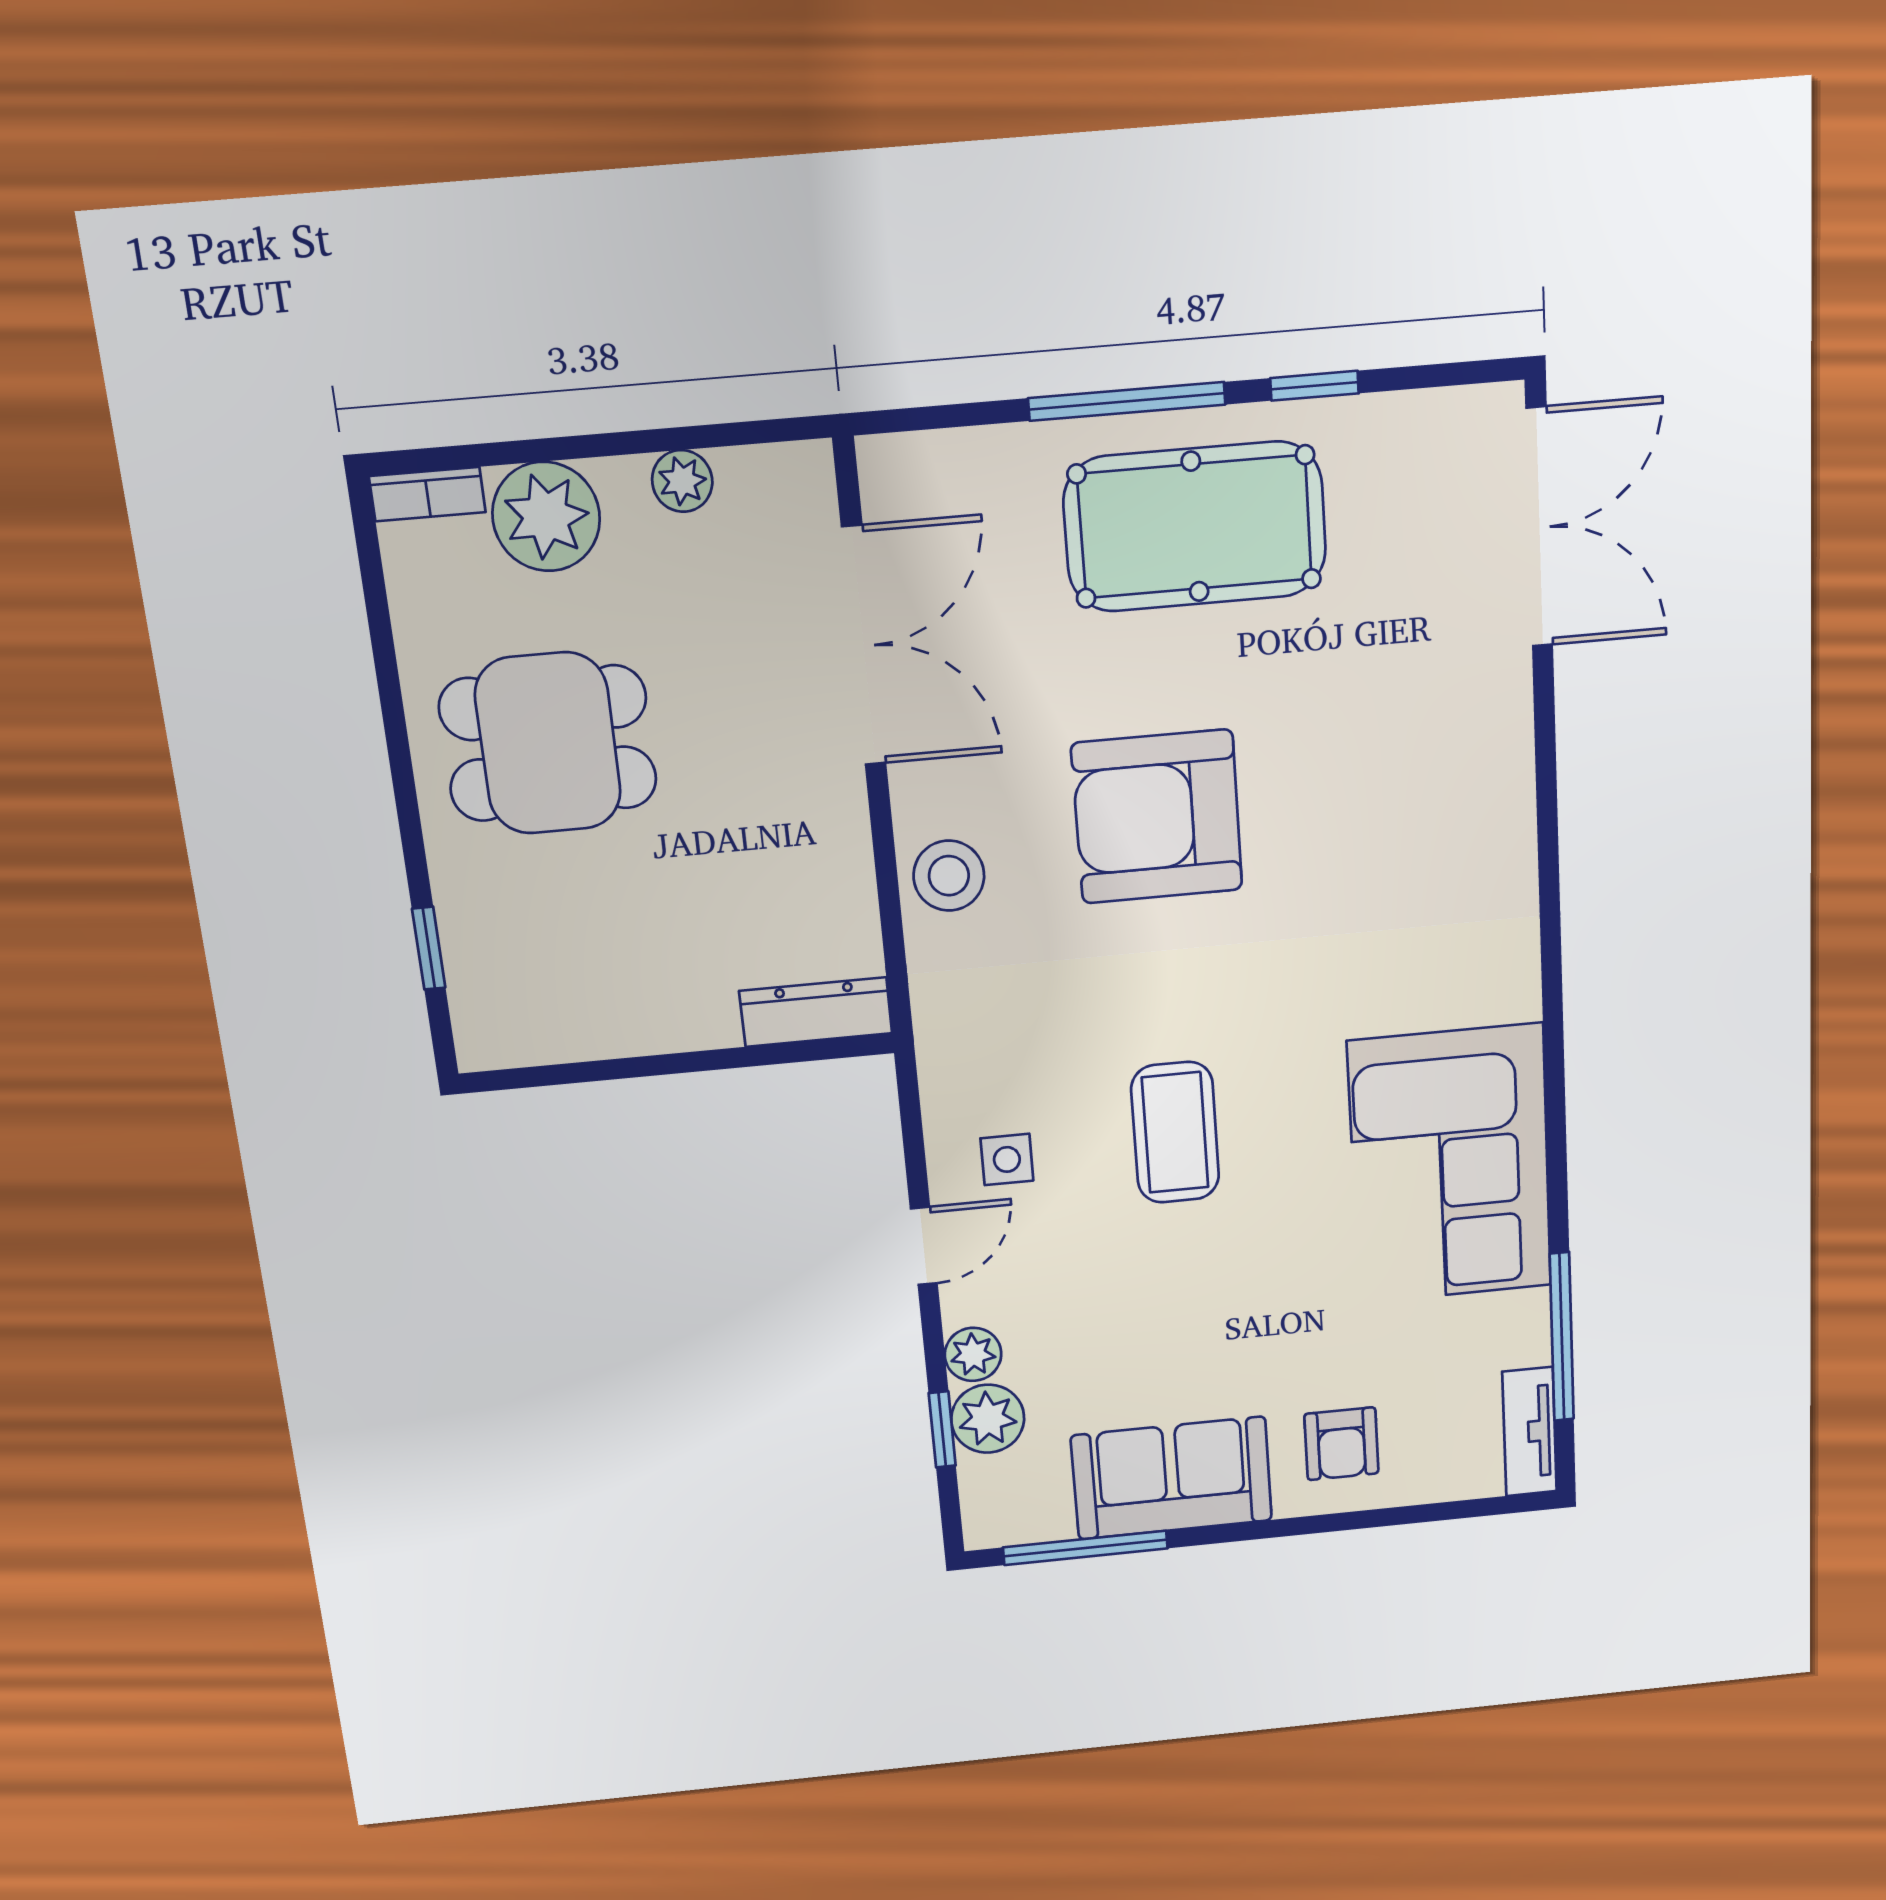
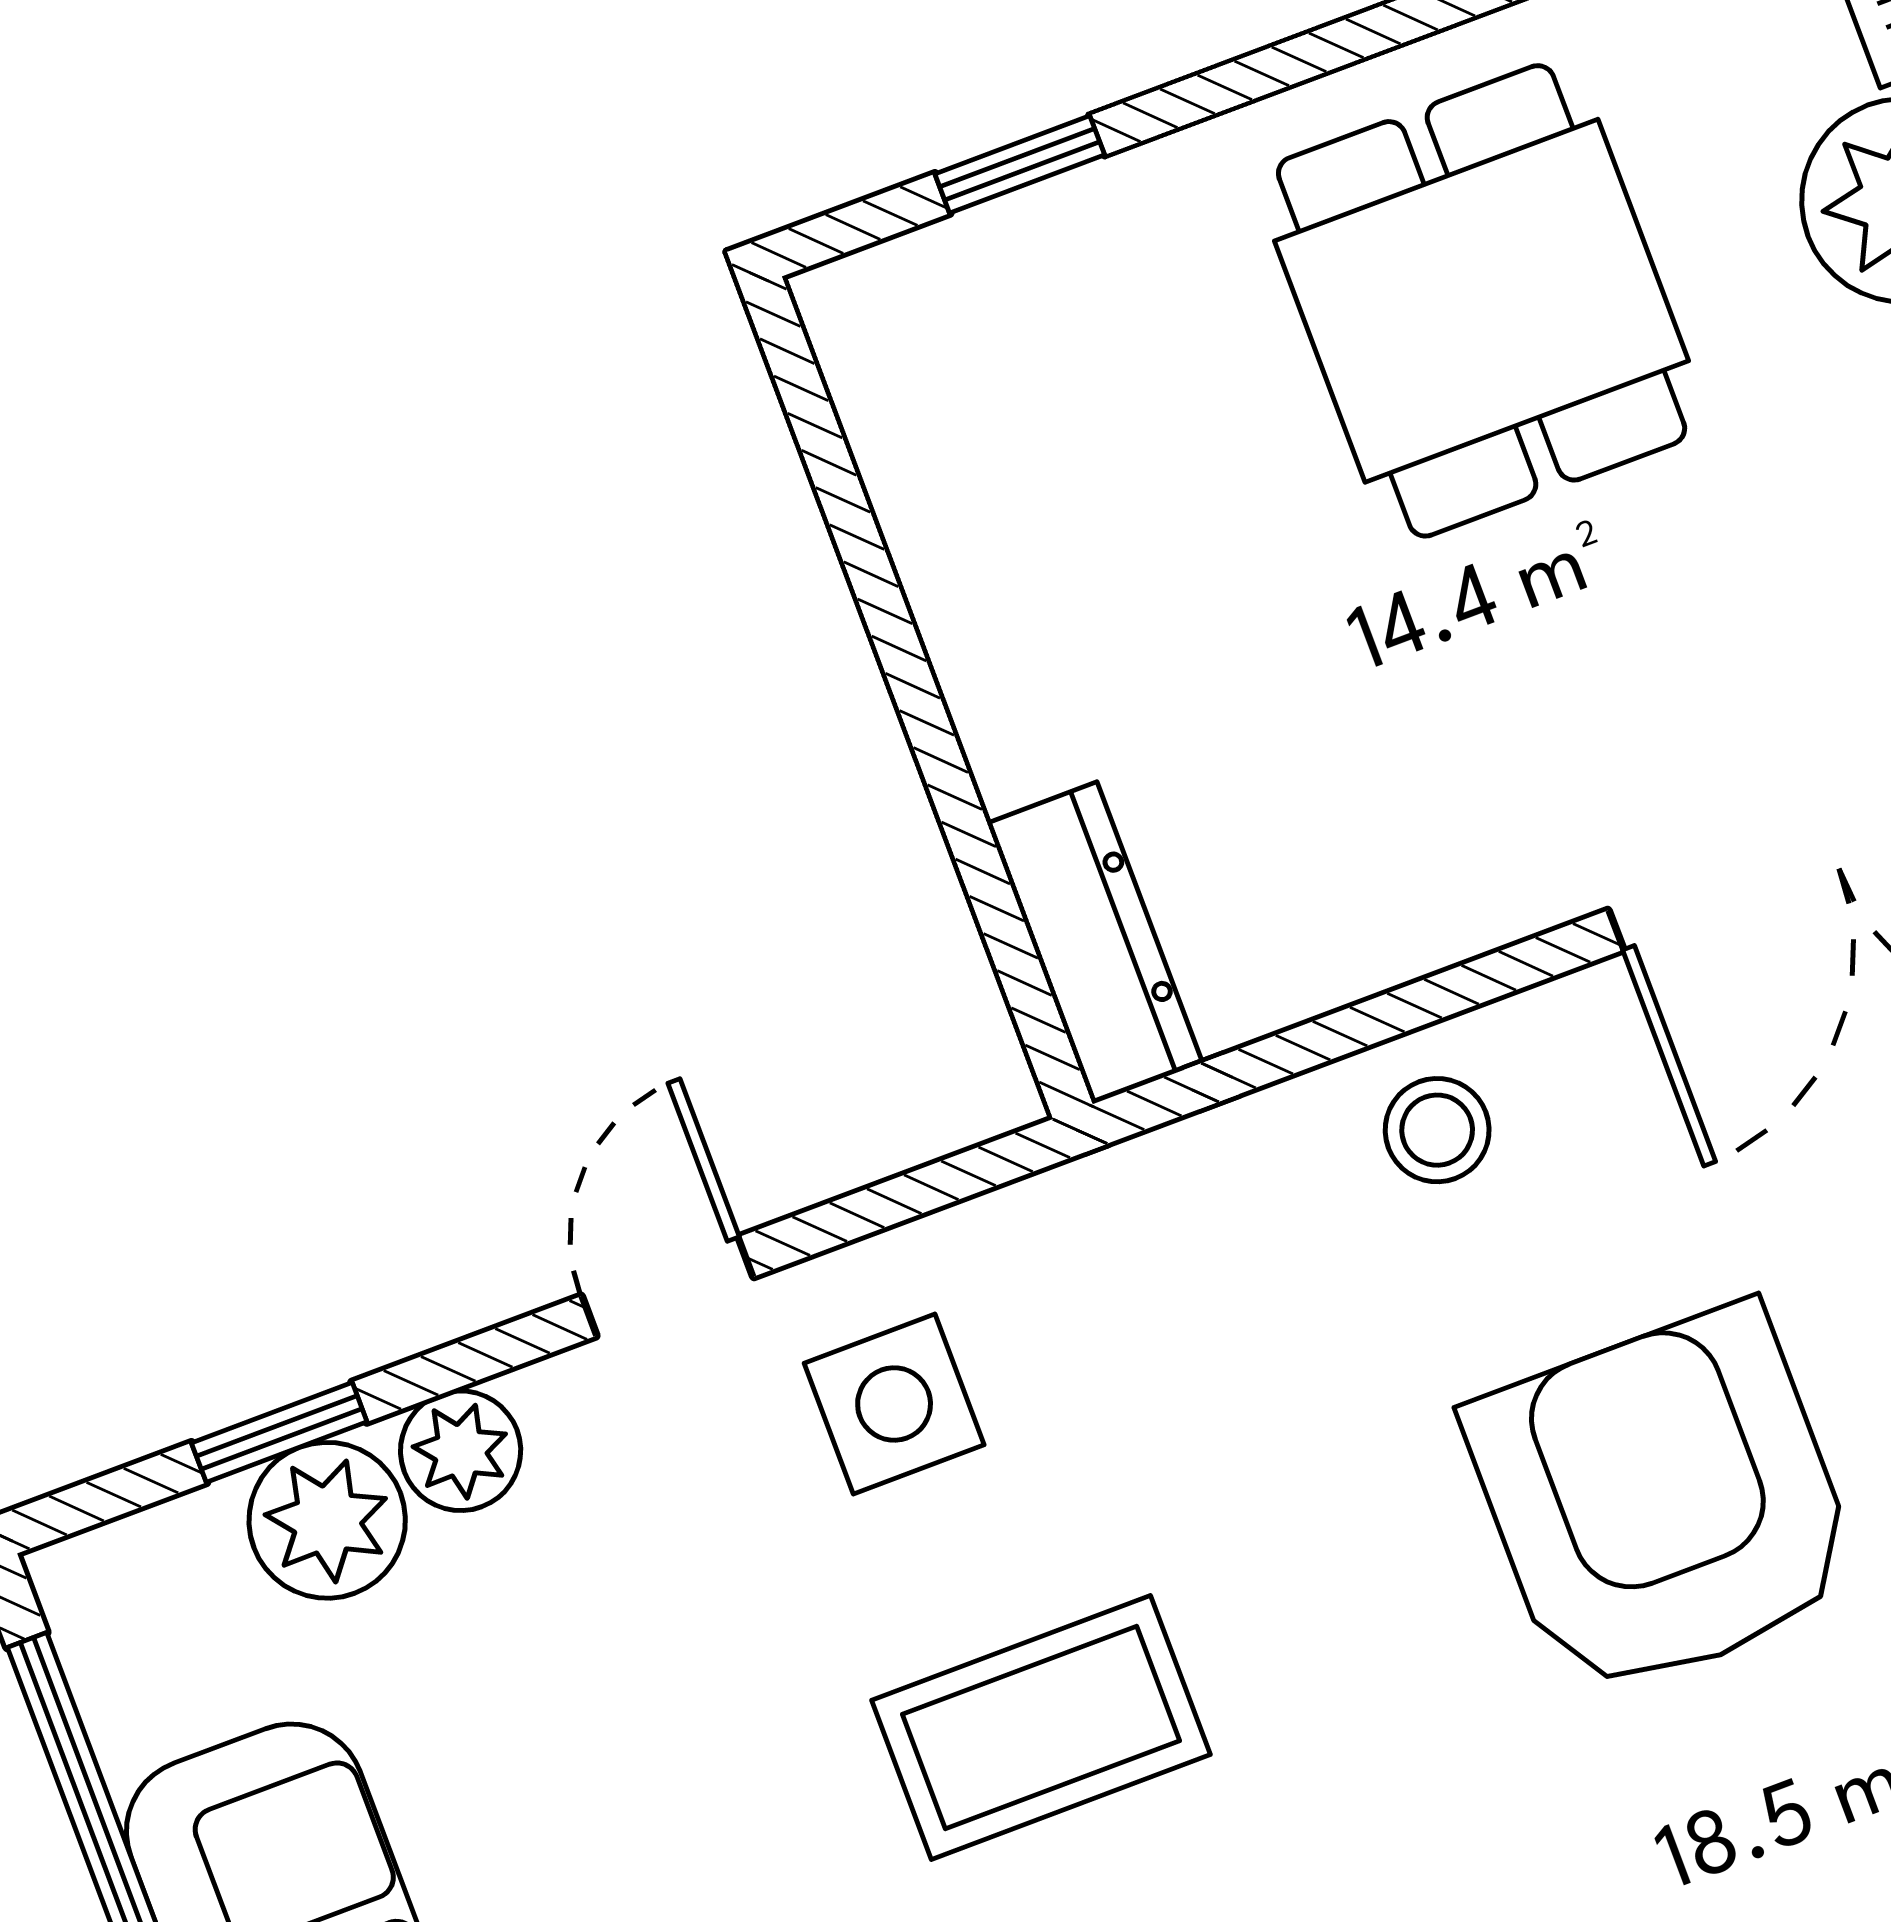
stool: (949, 876) -> (1437, 1130), width x0.73, depth x0.73
side table: (1007, 1159) -> (894, 1404), width x1.37, depth x1.37
door: (924, 1246) -> (668, 1286), swing flipped

